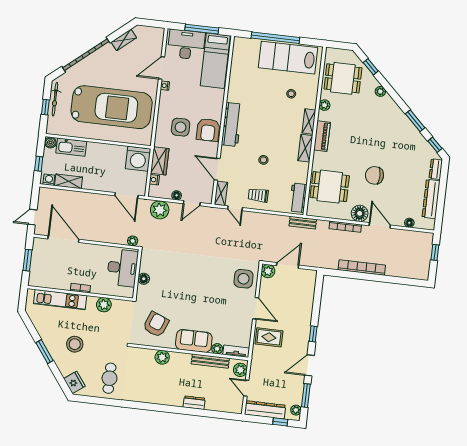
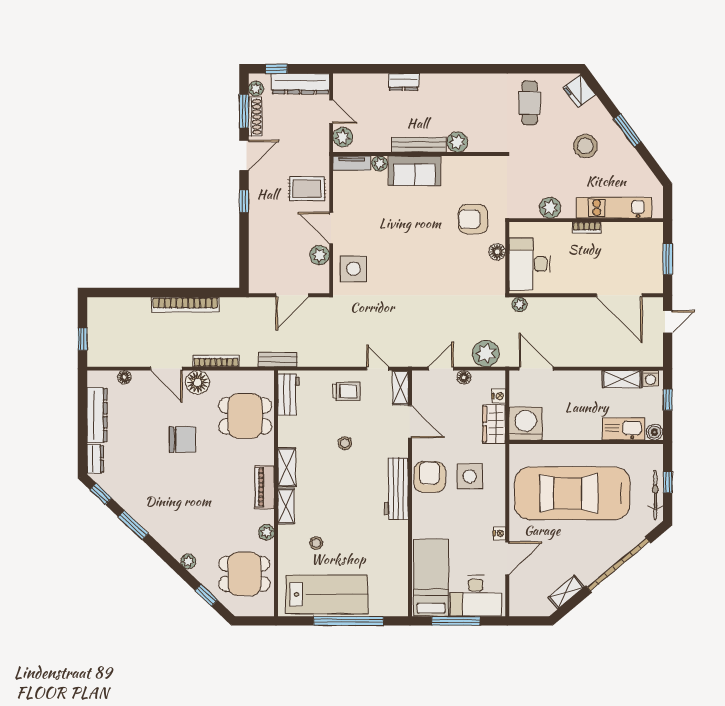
plant: (268, 271) -> (320, 255), moved
armchair: (156, 324) -> (473, 219), moved, turned 68
bench: (210, 361) -> (419, 145), moved
shoe rack: (299, 391) -> (255, 117), added

